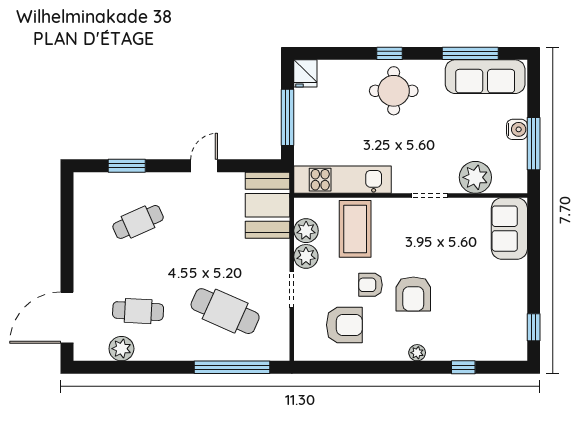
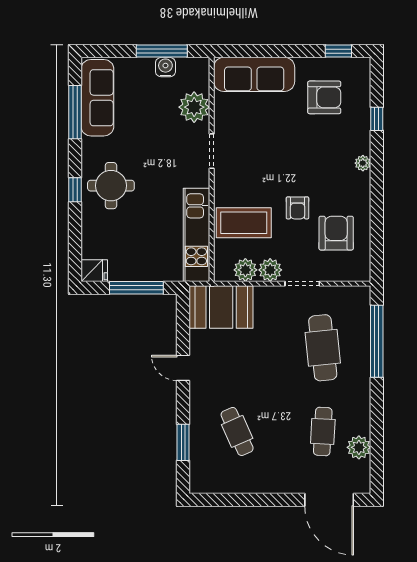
water cooler: (517, 129) -> (165, 67), moved
sofa: (509, 229) -> (254, 74), width x1.36
armchair: (413, 294) -> (324, 97), moved
cafe table: (225, 311) -> (323, 348), turned -30

